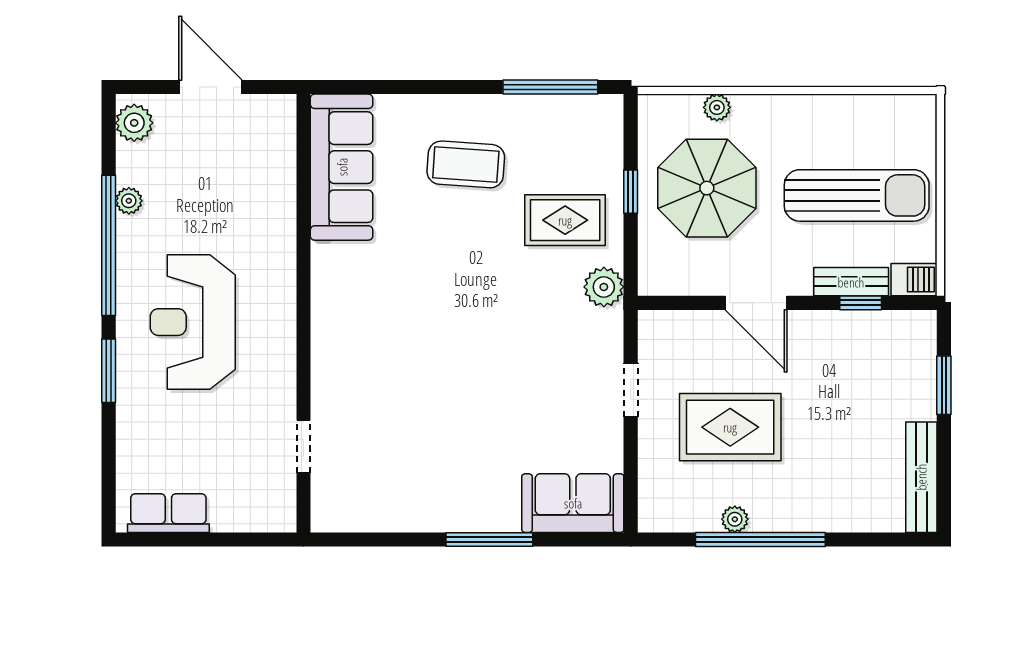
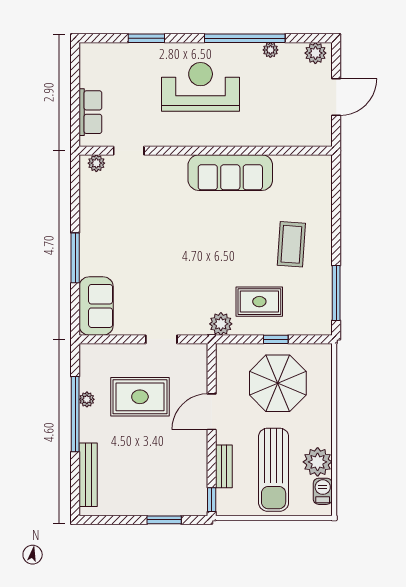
plant: (717, 107) -> (318, 462), moved, width x1.88, depth x1.88
sofa: (342, 167) -> (230, 173), moved
rug: (565, 220) -> (259, 302), turned 90
barbecue: (914, 280) -> (323, 491), moved, turned 180
window: (861, 303) -> (212, 500), moved
window: (109, 371) -> (146, 38), moved
rug: (730, 427) -> (140, 397), turned 90
bench: (921, 477) -> (88, 475), moved, turned 90
plant: (325, 503) -> (96, 163), added
row of seats: (168, 513) -> (90, 112), moved

